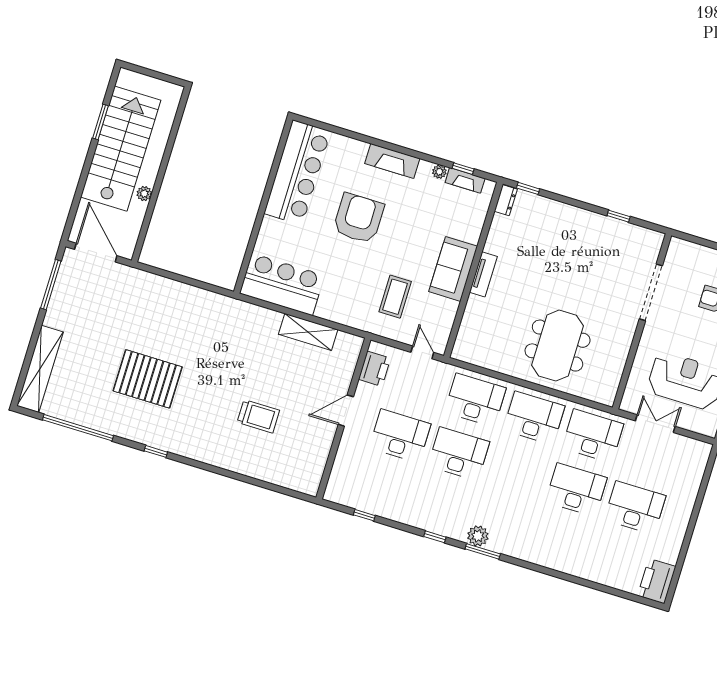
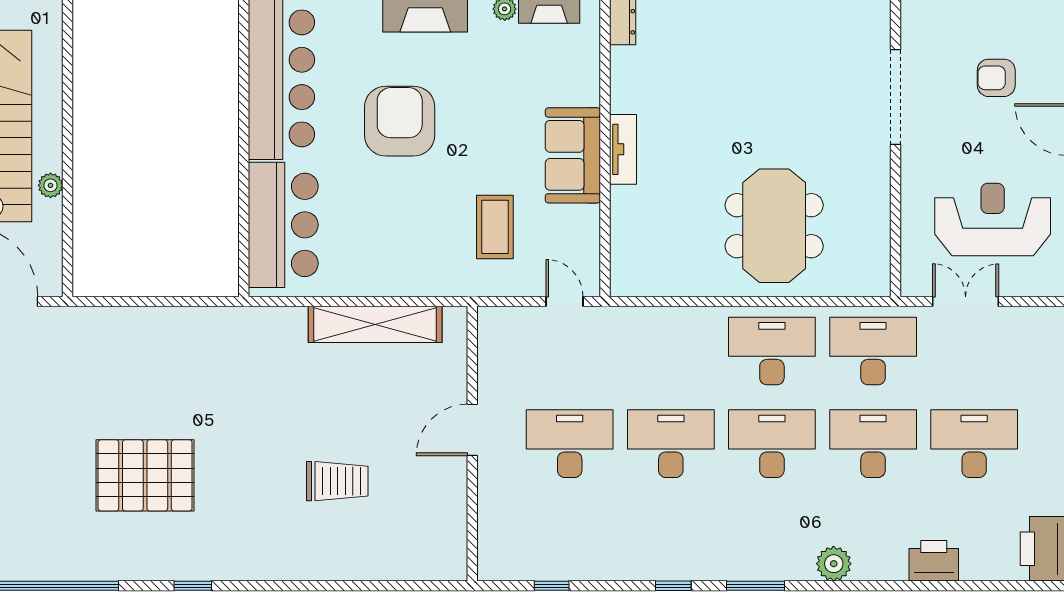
bar counter: (282, 284) -> (283, 225), moved, turned 90
shelving: (308, 332) -> (375, 324), width x1.47
printer: (375, 369) -> (934, 561), moved, turned -90
desk: (475, 400) -> (772, 444), moved
plant: (478, 536) -> (834, 564), moved

